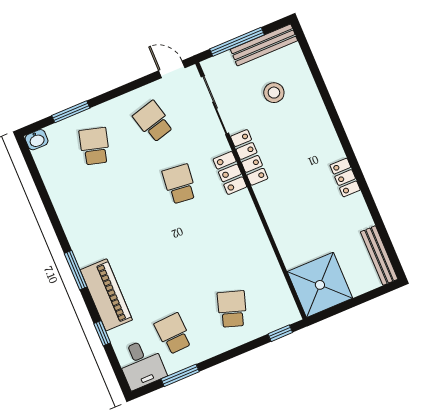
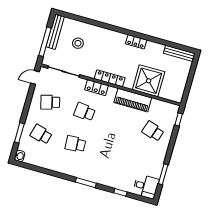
locker: (249, 157) -> (110, 78), moved
shower: (320, 285) -> (149, 81), moved
piano: (106, 295) -> (133, 100), moved, turned 180
school desk: (173, 334) -> (75, 144), moved

